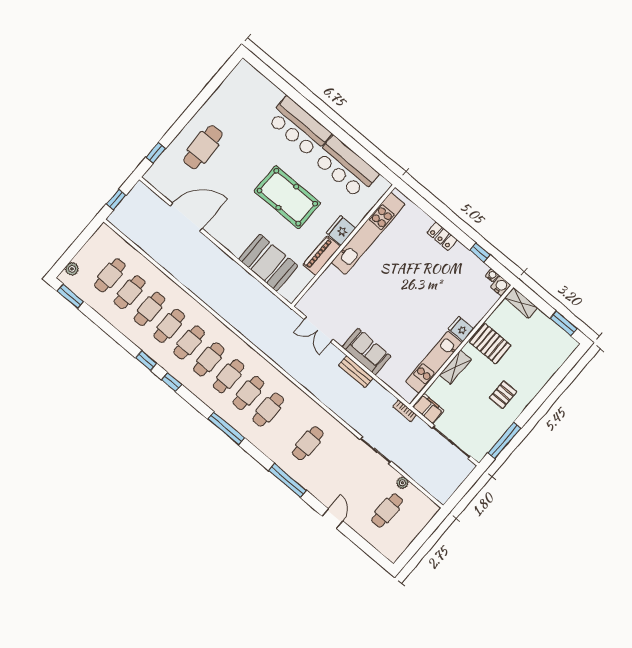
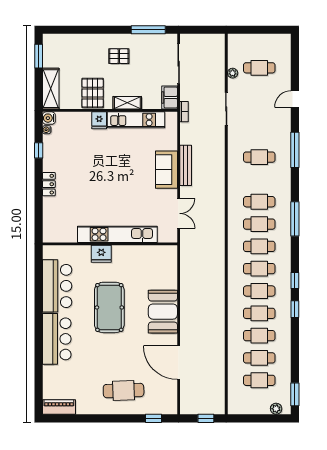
kitchen unit: (368, 233) -> (117, 234), moved
piano: (321, 256) -> (59, 407), moved, turned 180
booth: (268, 263) -> (163, 312), moved
shelving: (521, 303) -> (51, 89), width x1.50, depth x1.33
bench: (356, 372) -> (186, 165), width x1.36

